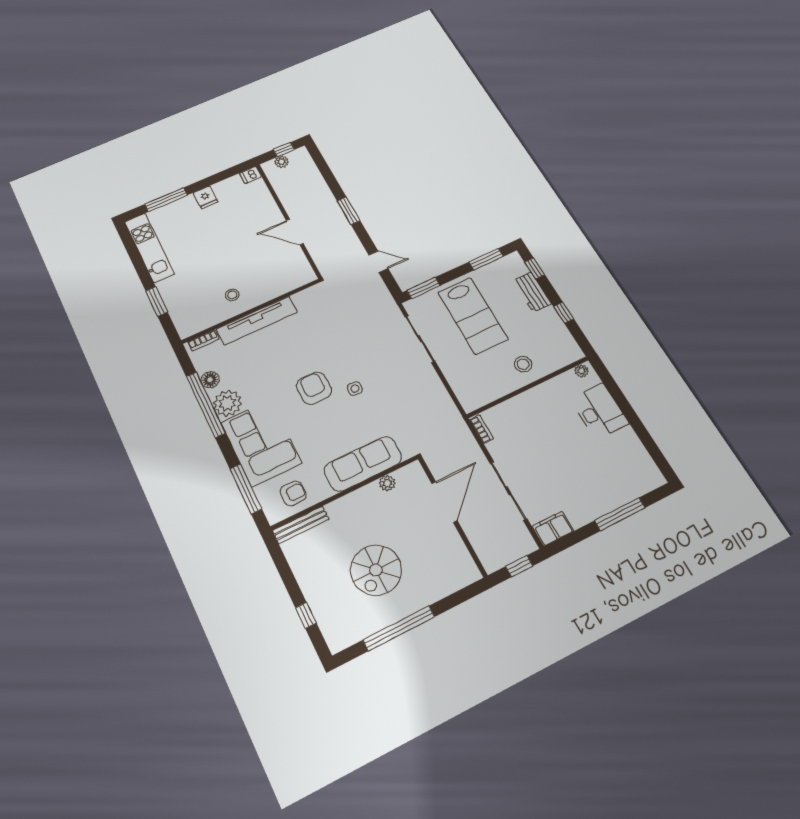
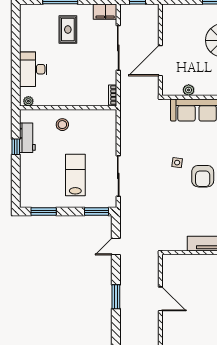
door: (378, 262) -> (116, 247), hinge flipped
window: (535, 268) -> (16, 188), removed
workbench: (532, 292) -> (27, 138), moved
lab bench: (473, 316) -> (75, 175), width x0.73, depth x0.72
rug: (587, 481) -> (68, 30), added

